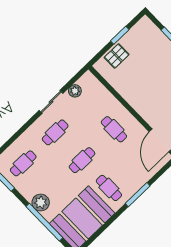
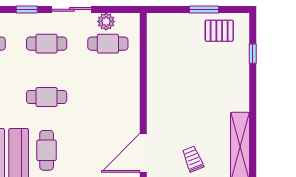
pallet: (117, 56) -> (219, 31), moved
window: (28, 125) -> (27, 9), added
cafe table: (114, 129) -> (108, 44), moved, turned 90

